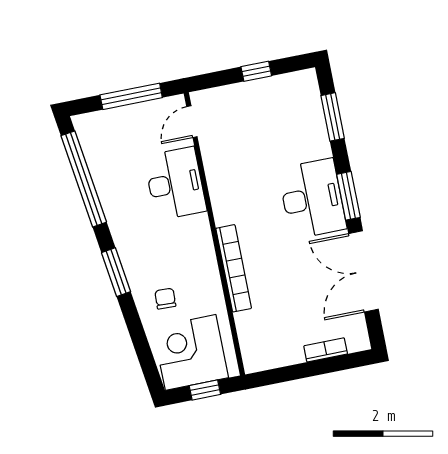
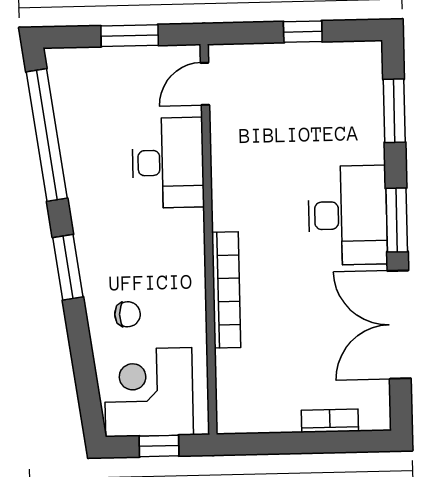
window: (131, 96) -> (130, 36), width x0.69
chair: (165, 299) -> (128, 314), turned 88

